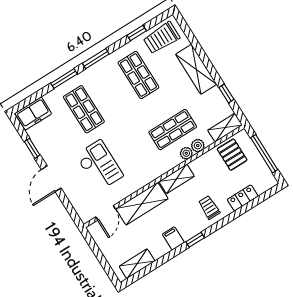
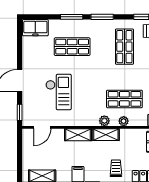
shop shelf: (84, 109) -> (72, 47), turned 90
plant: (198, 146) -> (104, 121), moved
window: (32, 148) -> (20, 112), moved
shelving: (142, 204) -> (78, 135), width x0.67, depth x0.75

